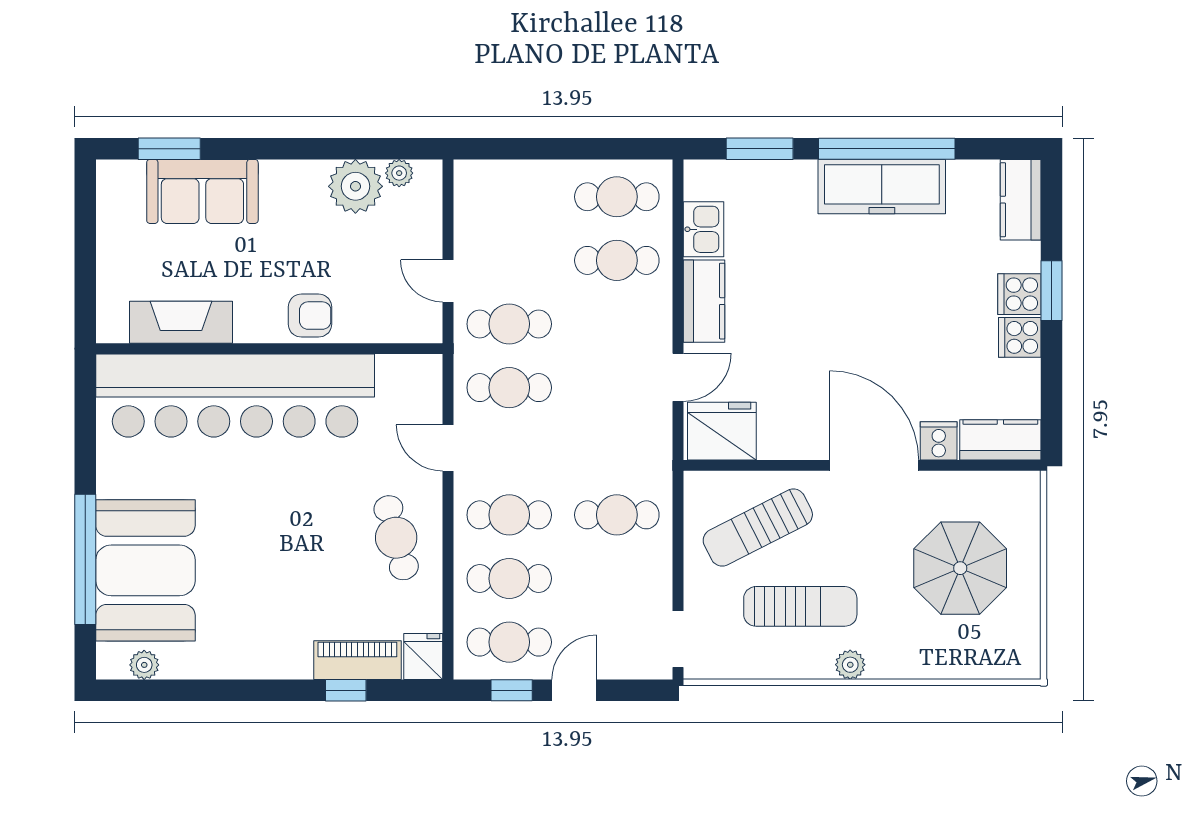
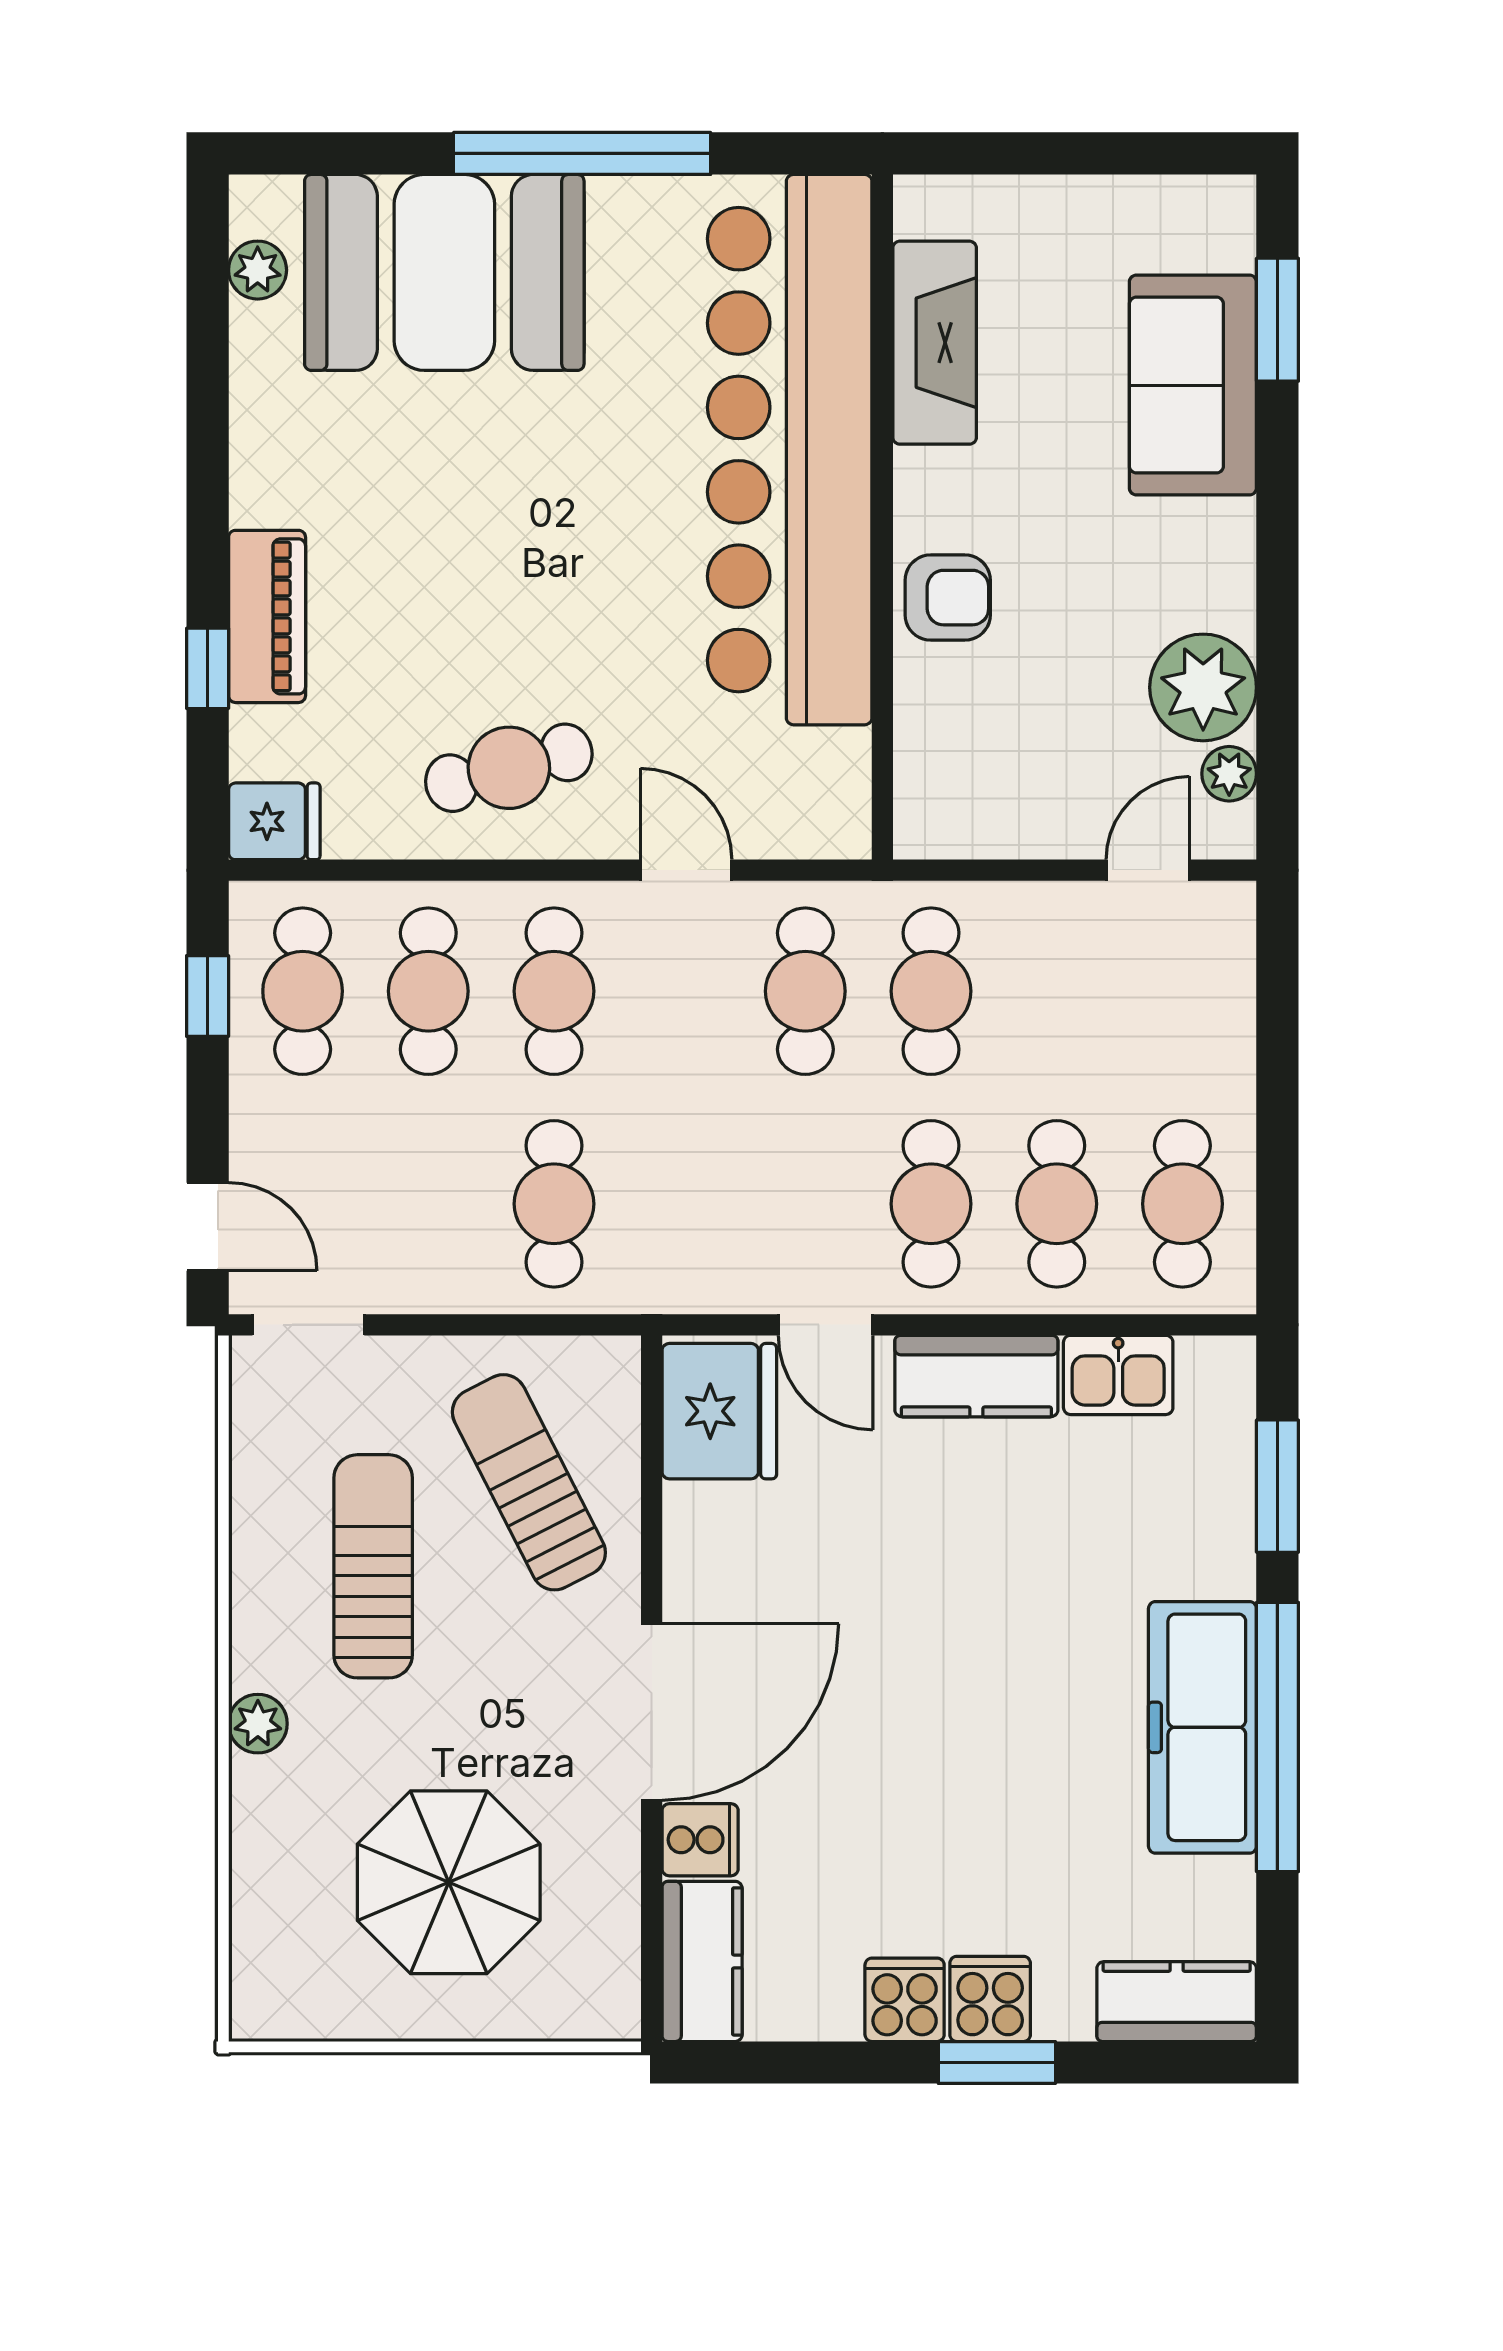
door: (448, 281) -> (1148, 870), moved
armchair: (310, 316) -> (948, 598), turned -90
cafe table: (617, 324) -> (931, 1204), added
door: (448, 448) -> (686, 870), hinge flipped
window: (85, 559) -> (582, 153), moved
sun lounger: (800, 606) -> (373, 1566), turned 180
piano: (357, 660) -> (267, 616), moved
plant: (850, 665) -> (258, 1724), moved
door: (574, 690) -> (208, 1227), moved

